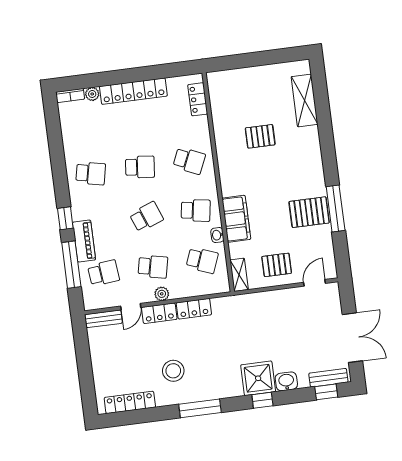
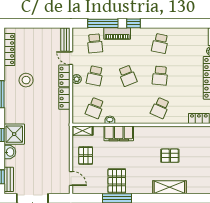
shelving: (305, 100) -> (169, 187), moved
pallet: (260, 136) -> (170, 156), turned 90
school desk: (196, 210) -> (127, 108), removed

